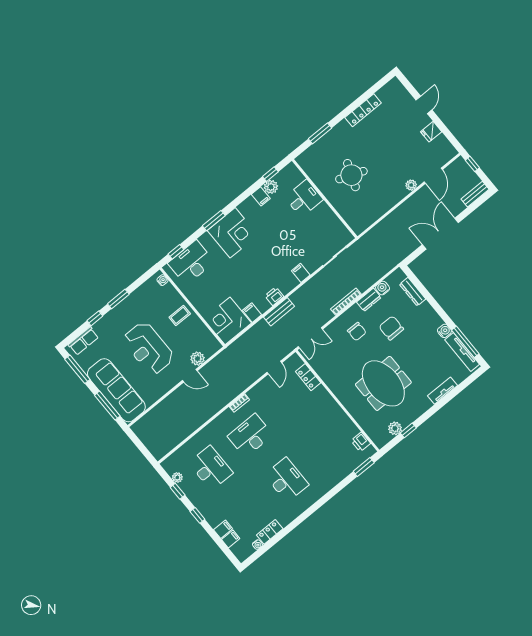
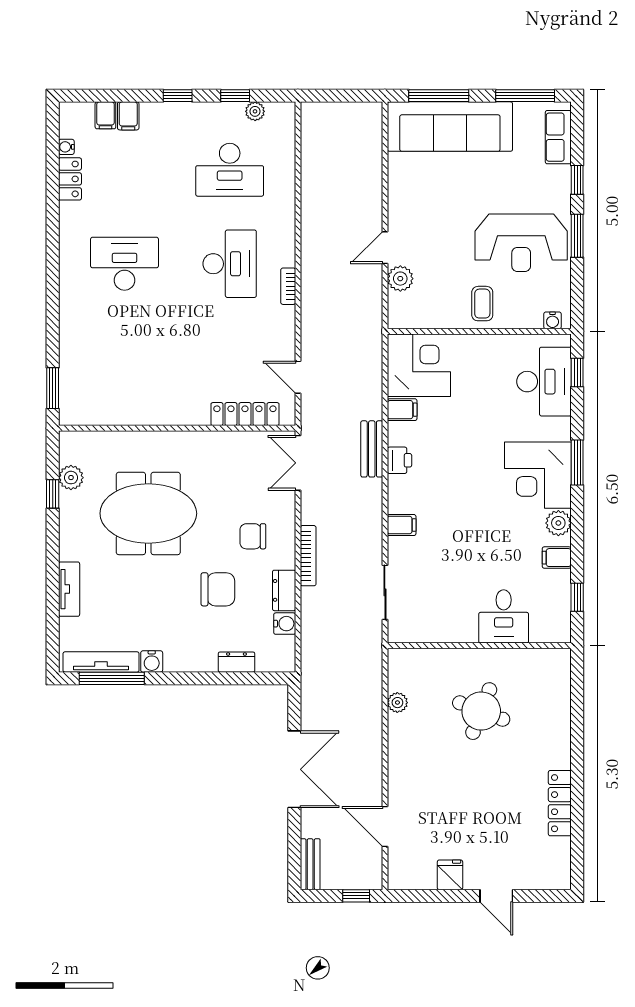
window: (320, 133) -> (577, 715), removed
plant: (411, 185) -> (397, 703), moved
plant: (271, 187) -> (558, 523), moved
dresser: (413, 292) -> (236, 662), width x0.70
reception desk: (148, 348) -> (521, 243), moved, turned 180
locker: (308, 377) -> (245, 414), width x1.53
printer: (361, 442) -> (92, 413), removed
desk: (287, 480) -> (124, 264), turned 180

